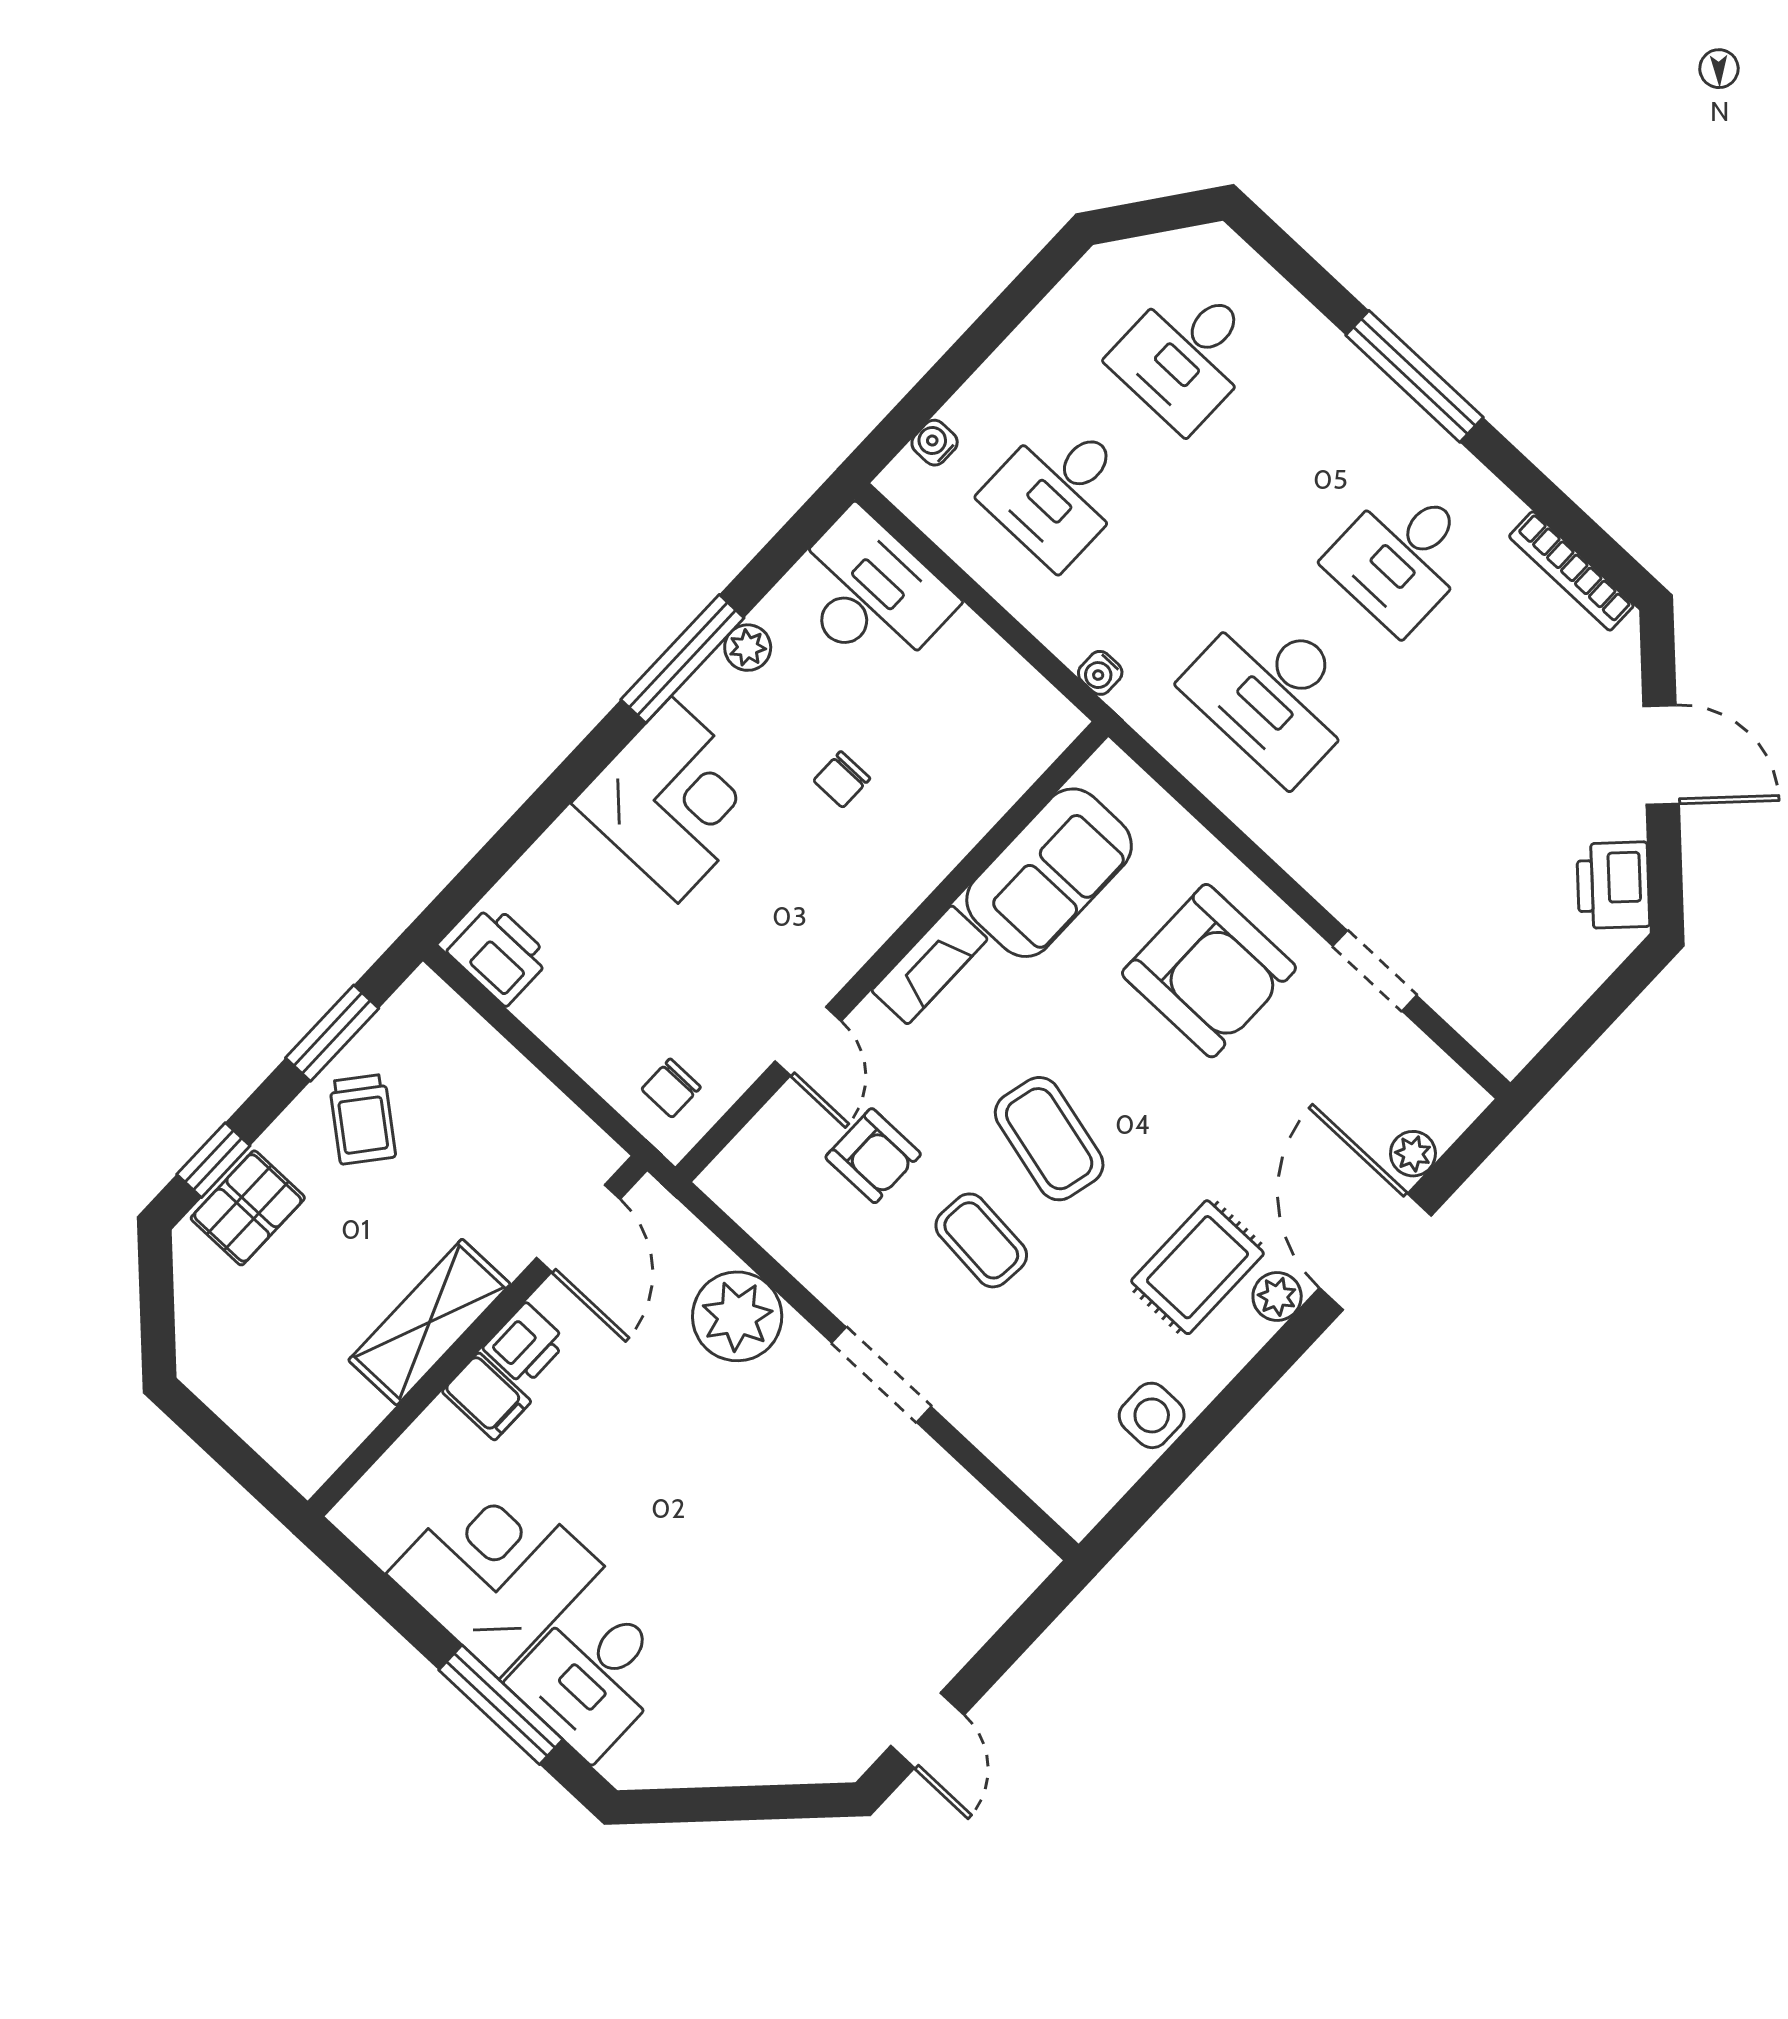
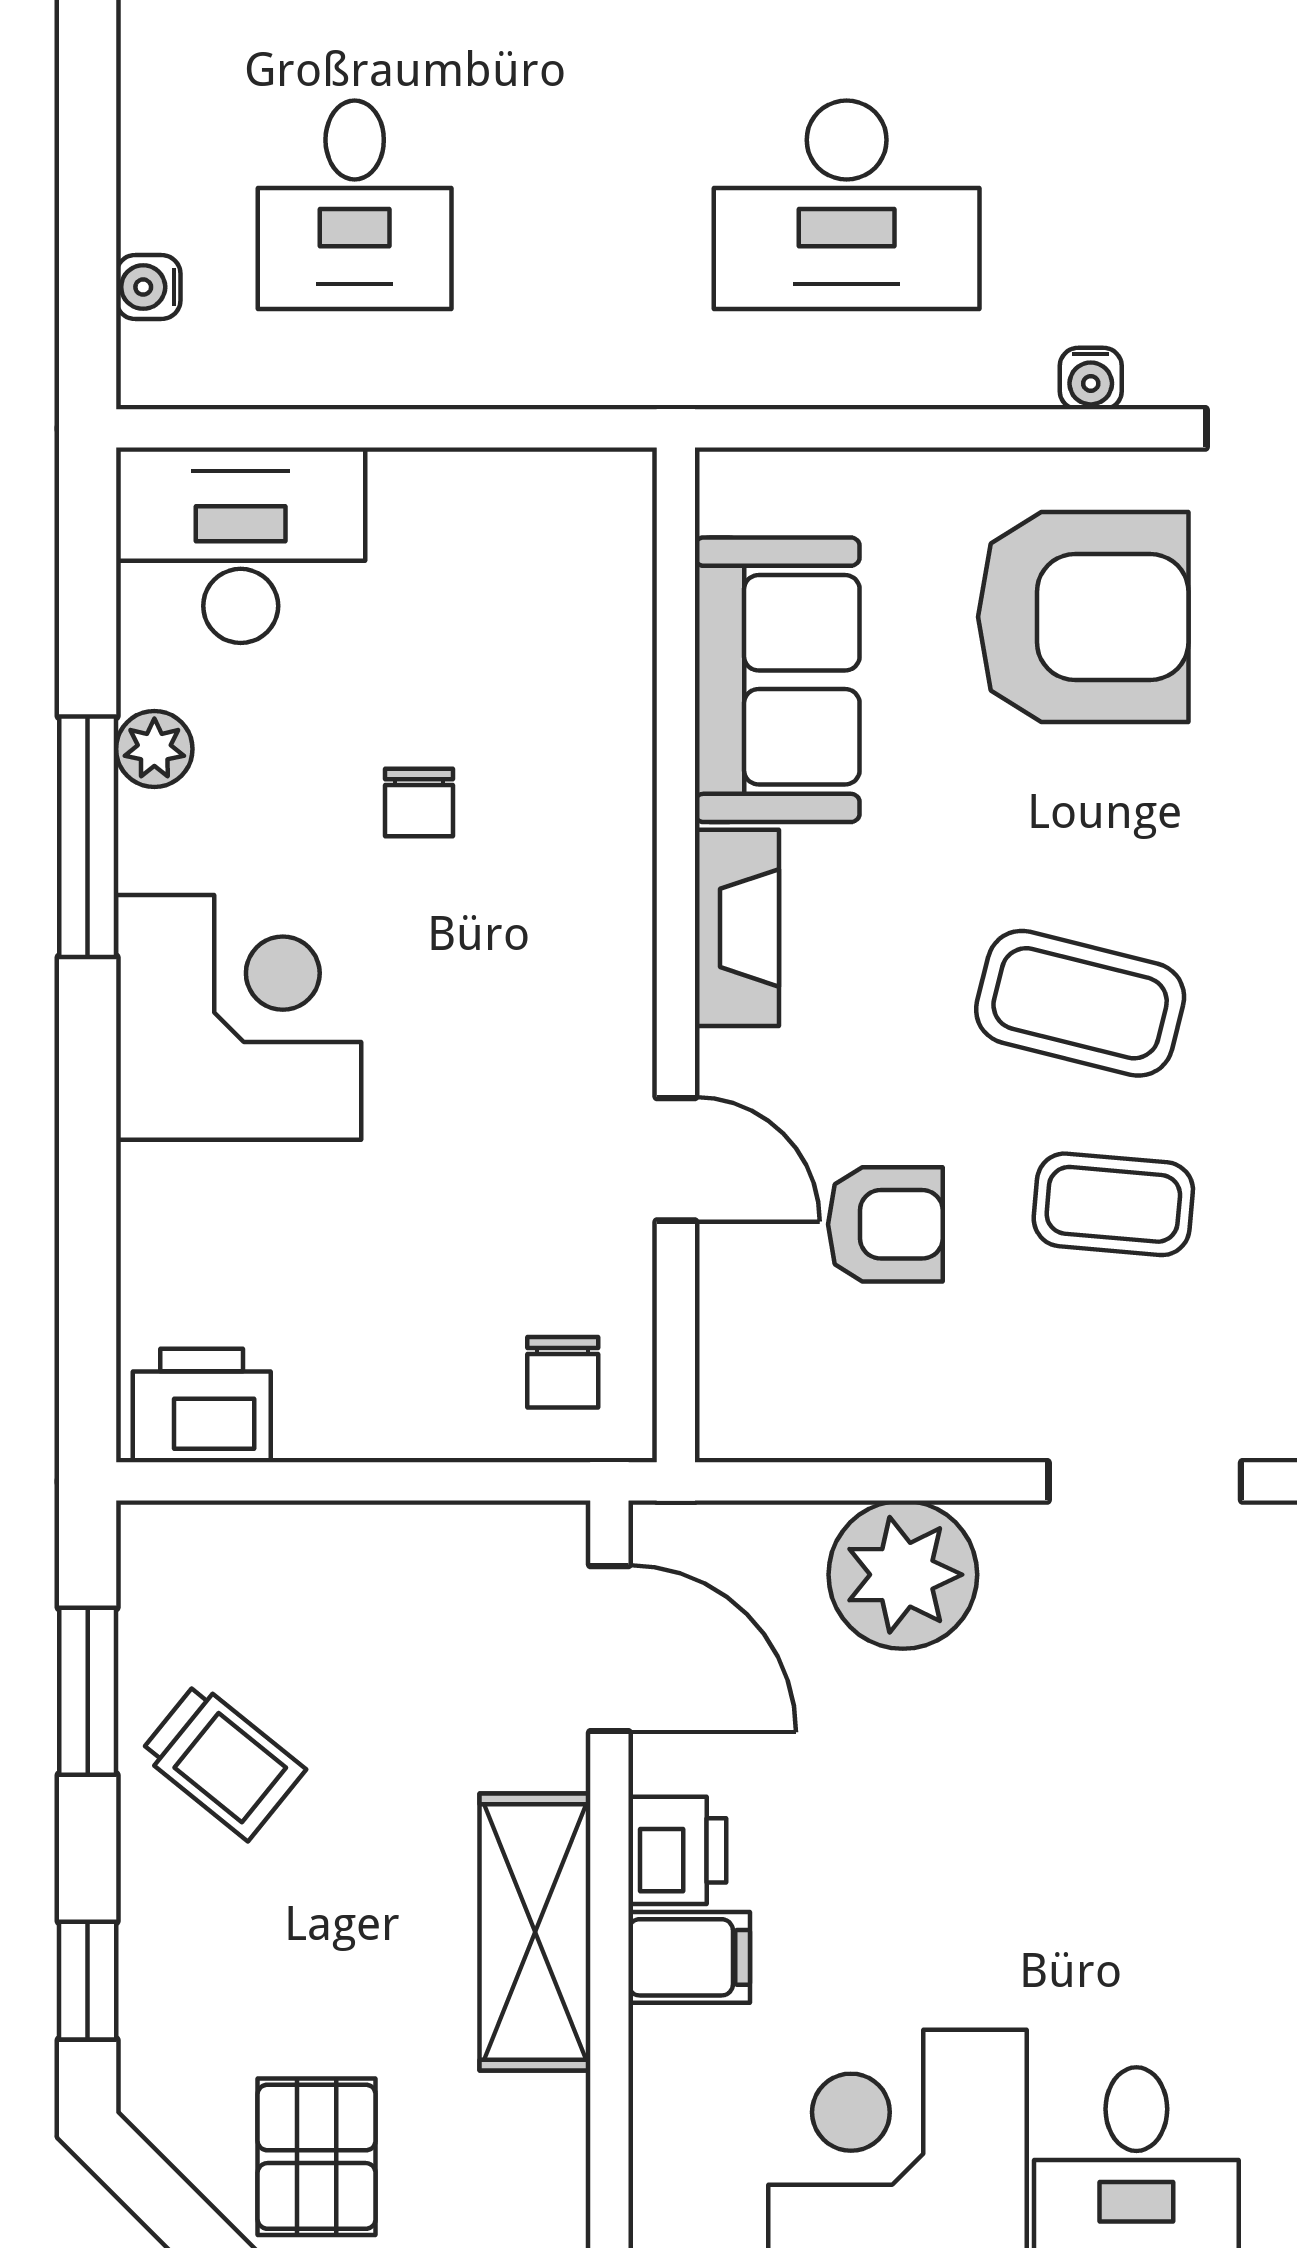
water cooler: (1100, 673) -> (1091, 379), moved
pallet: (248, 1208) -> (317, 2157), moved

